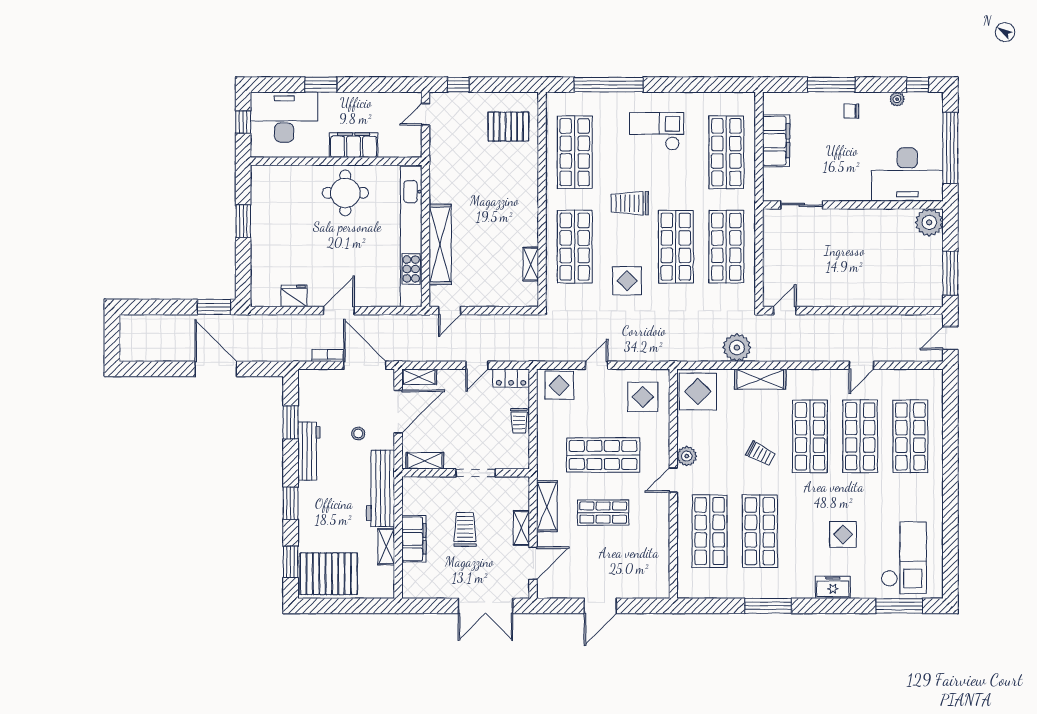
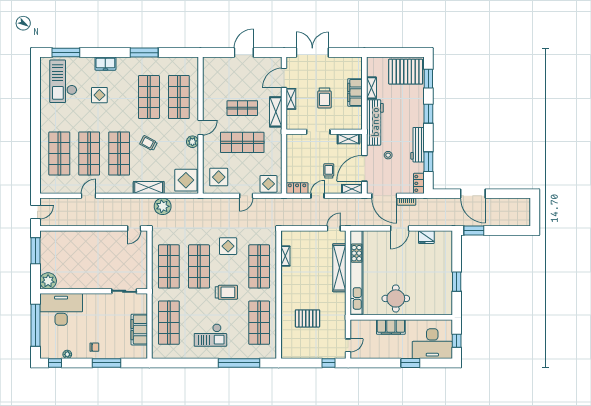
pallet: (508, 127) -> (308, 318), moved
locker: (307, 386) -> (419, 183), added
trolley: (519, 421) -> (329, 171), moved

